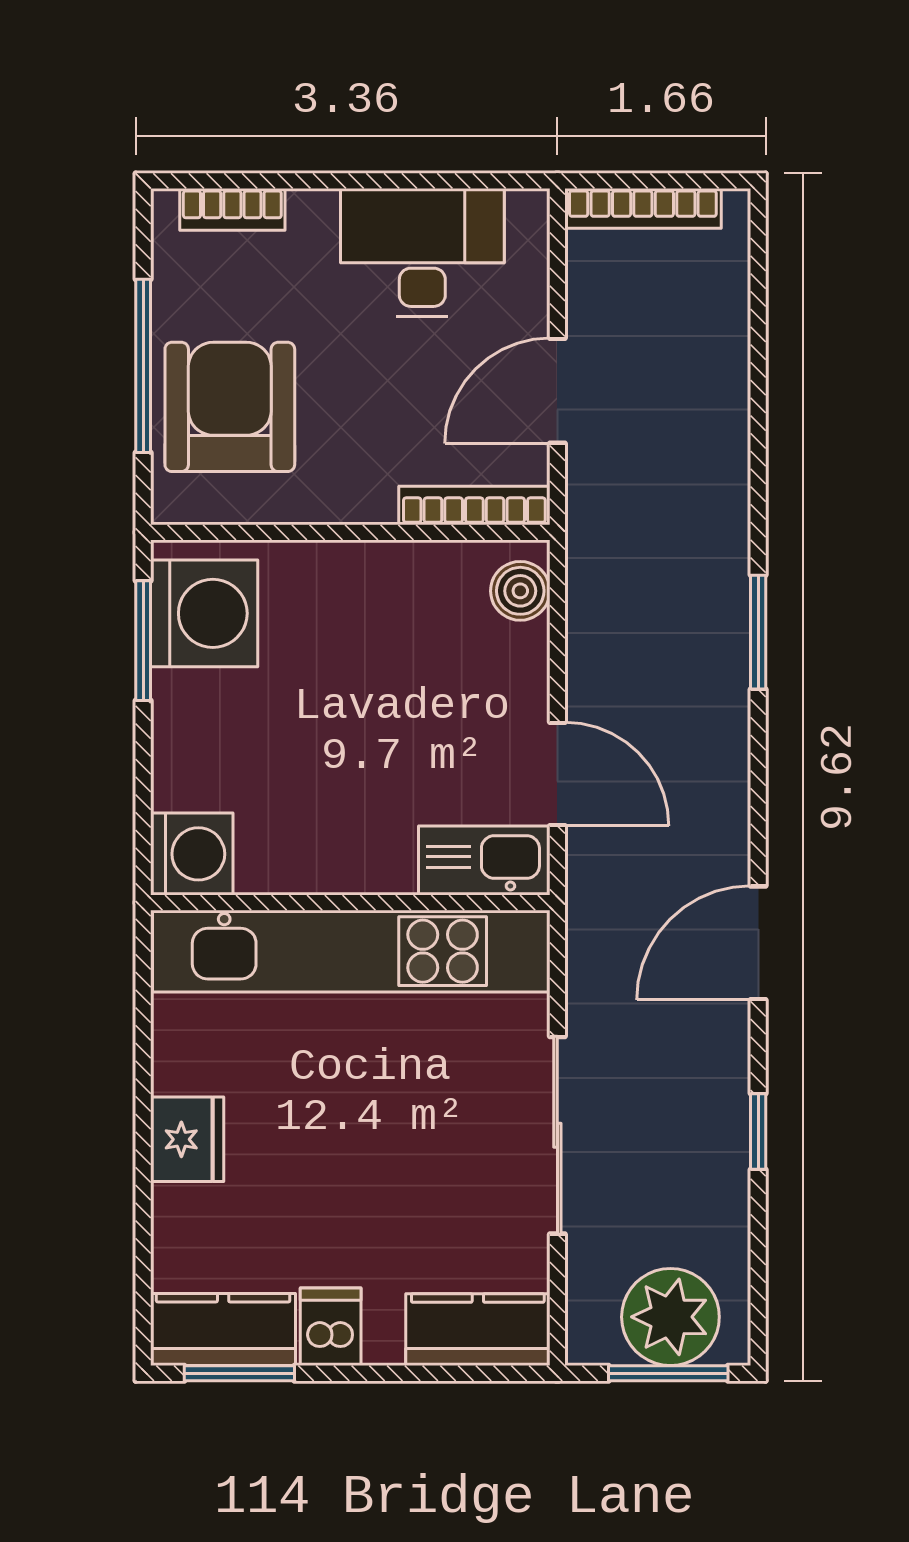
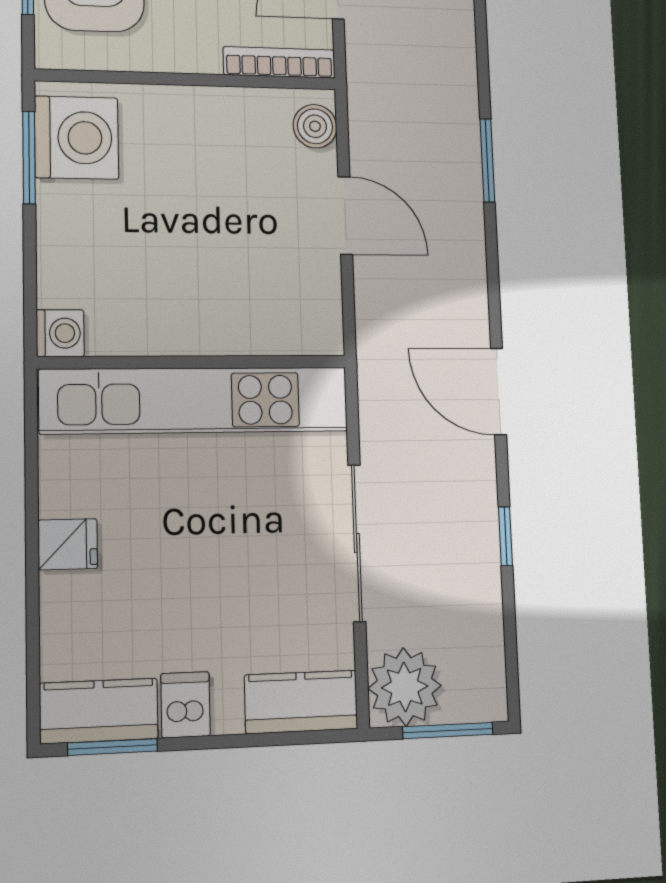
door: (557, 774) -> (345, 215), moved
washing machine: (192, 854) -> (60, 333), width x0.73, depth x0.73
kitchen sink: (484, 860) -> (295, 329), removed
door: (758, 943) -> (498, 391), hinge flipped
fridge: (187, 1139) -> (68, 544), width x0.72
plant: (670, 1317) -> (405, 687), moved

